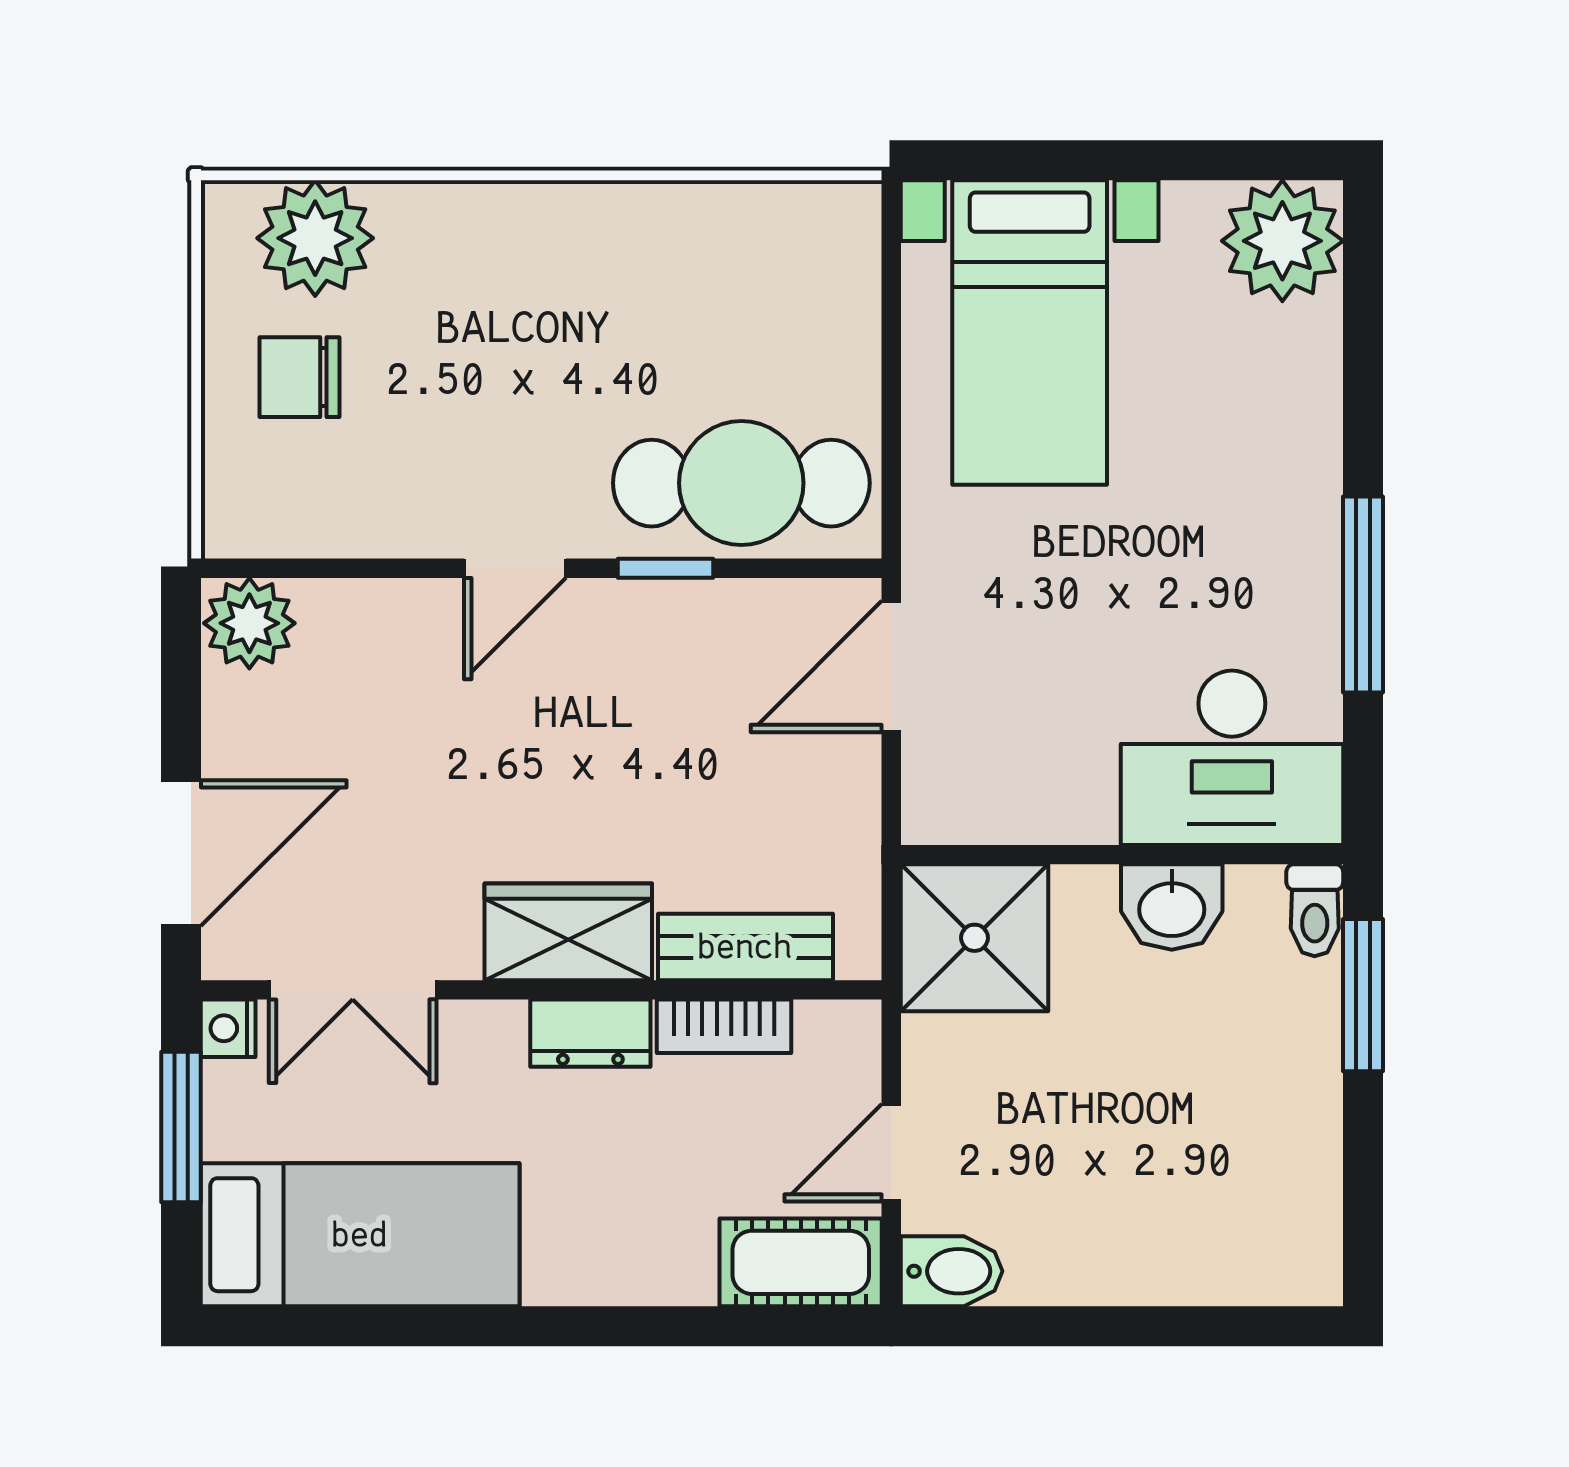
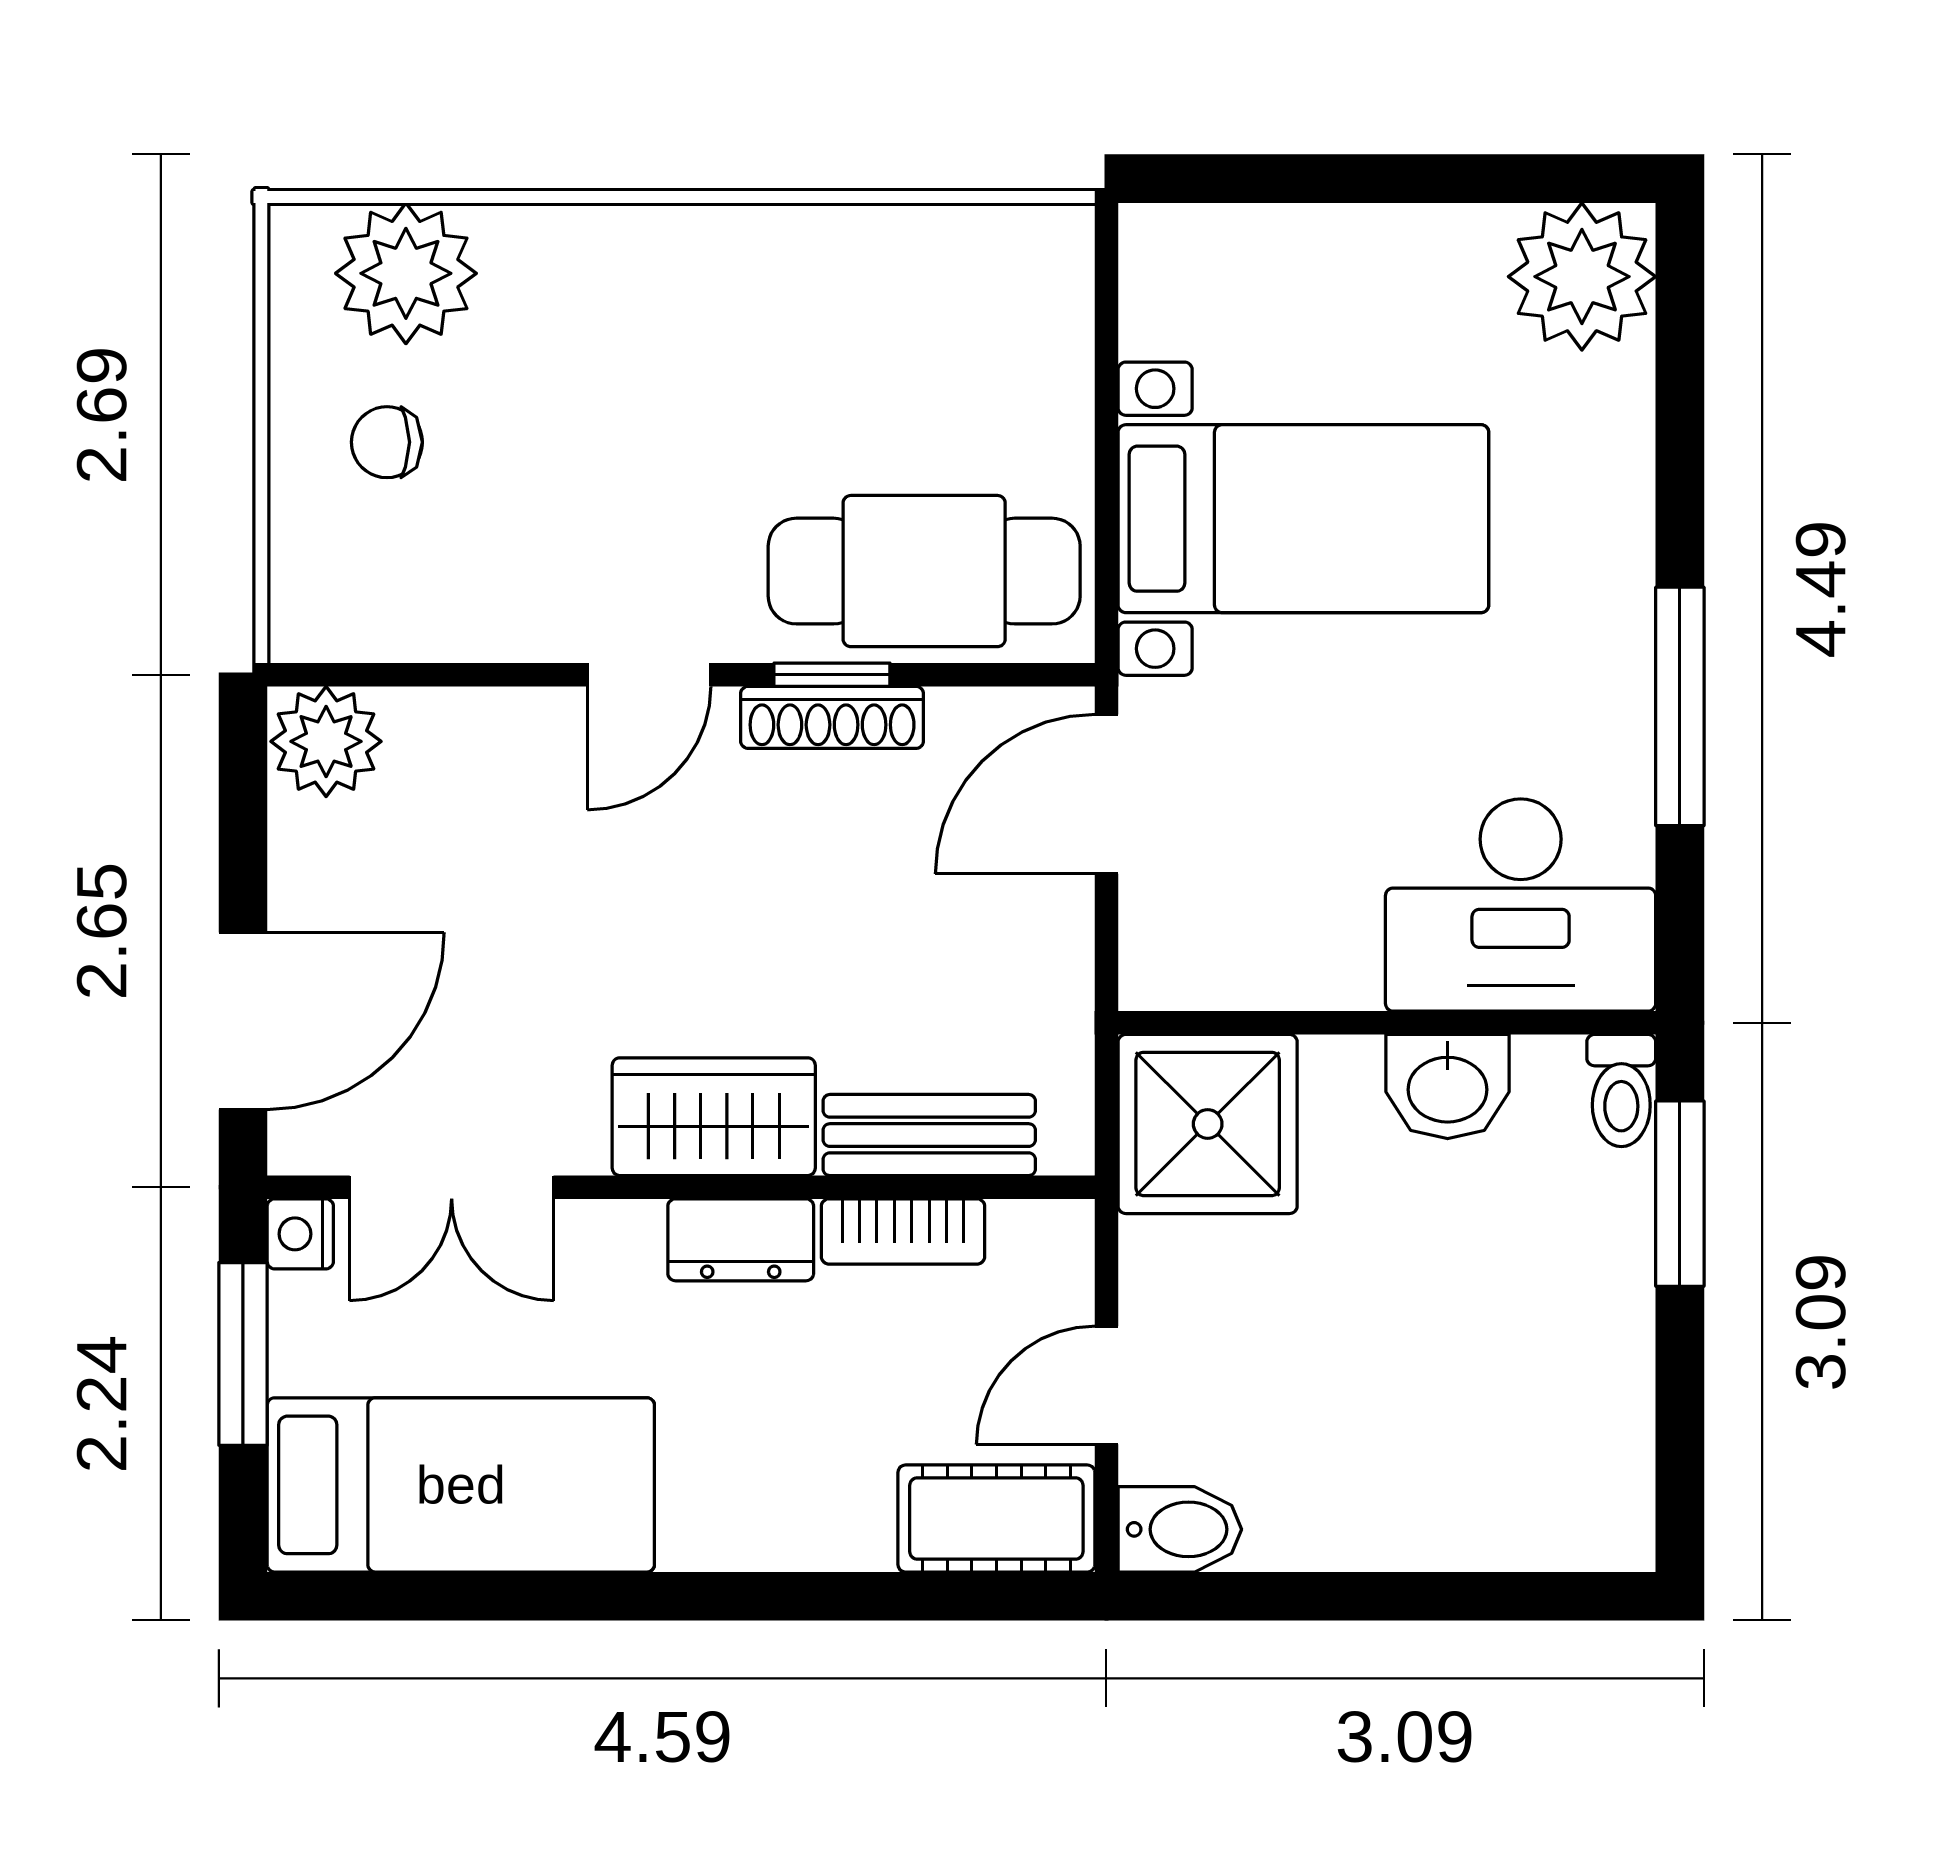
bed with nightstands: (1030, 333) -> (1303, 519), moved, turned -90
chair: (299, 377) -> (387, 442), width x0.73, depth x0.73
shoe rack: (666, 603) -> (832, 717), added

